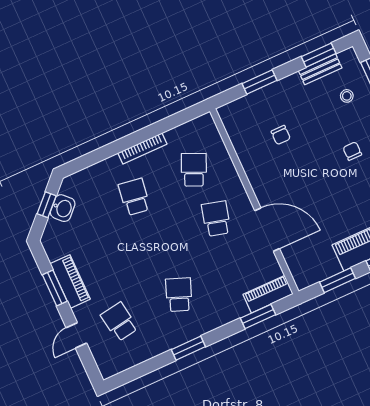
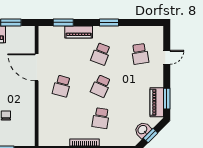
school desk: (194, 170) -> (101, 86), moved
piano: (70, 281) -> (157, 102), moved
window: (55, 288) -> (167, 99), moved
piano: (268, 294) -> (79, 32), moved

